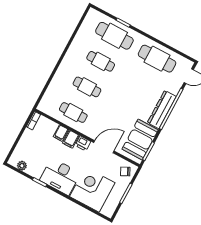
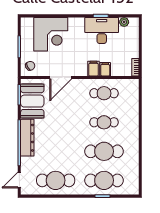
cafe table: (101, 61) -> (104, 151), width x1.37, depth x1.35
printer: (83, 143) -> (81, 71), removed
desk: (60, 177) -> (102, 30), moved

